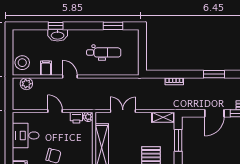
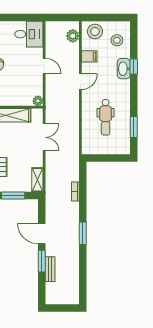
stool: (31, 42) -> (117, 40), added
door: (55, 111) -> (44, 66), hinge flipped
printer: (76, 118) -> (37, 88), removed
desk: (26, 135) -> (29, 34), moved, turned 90

